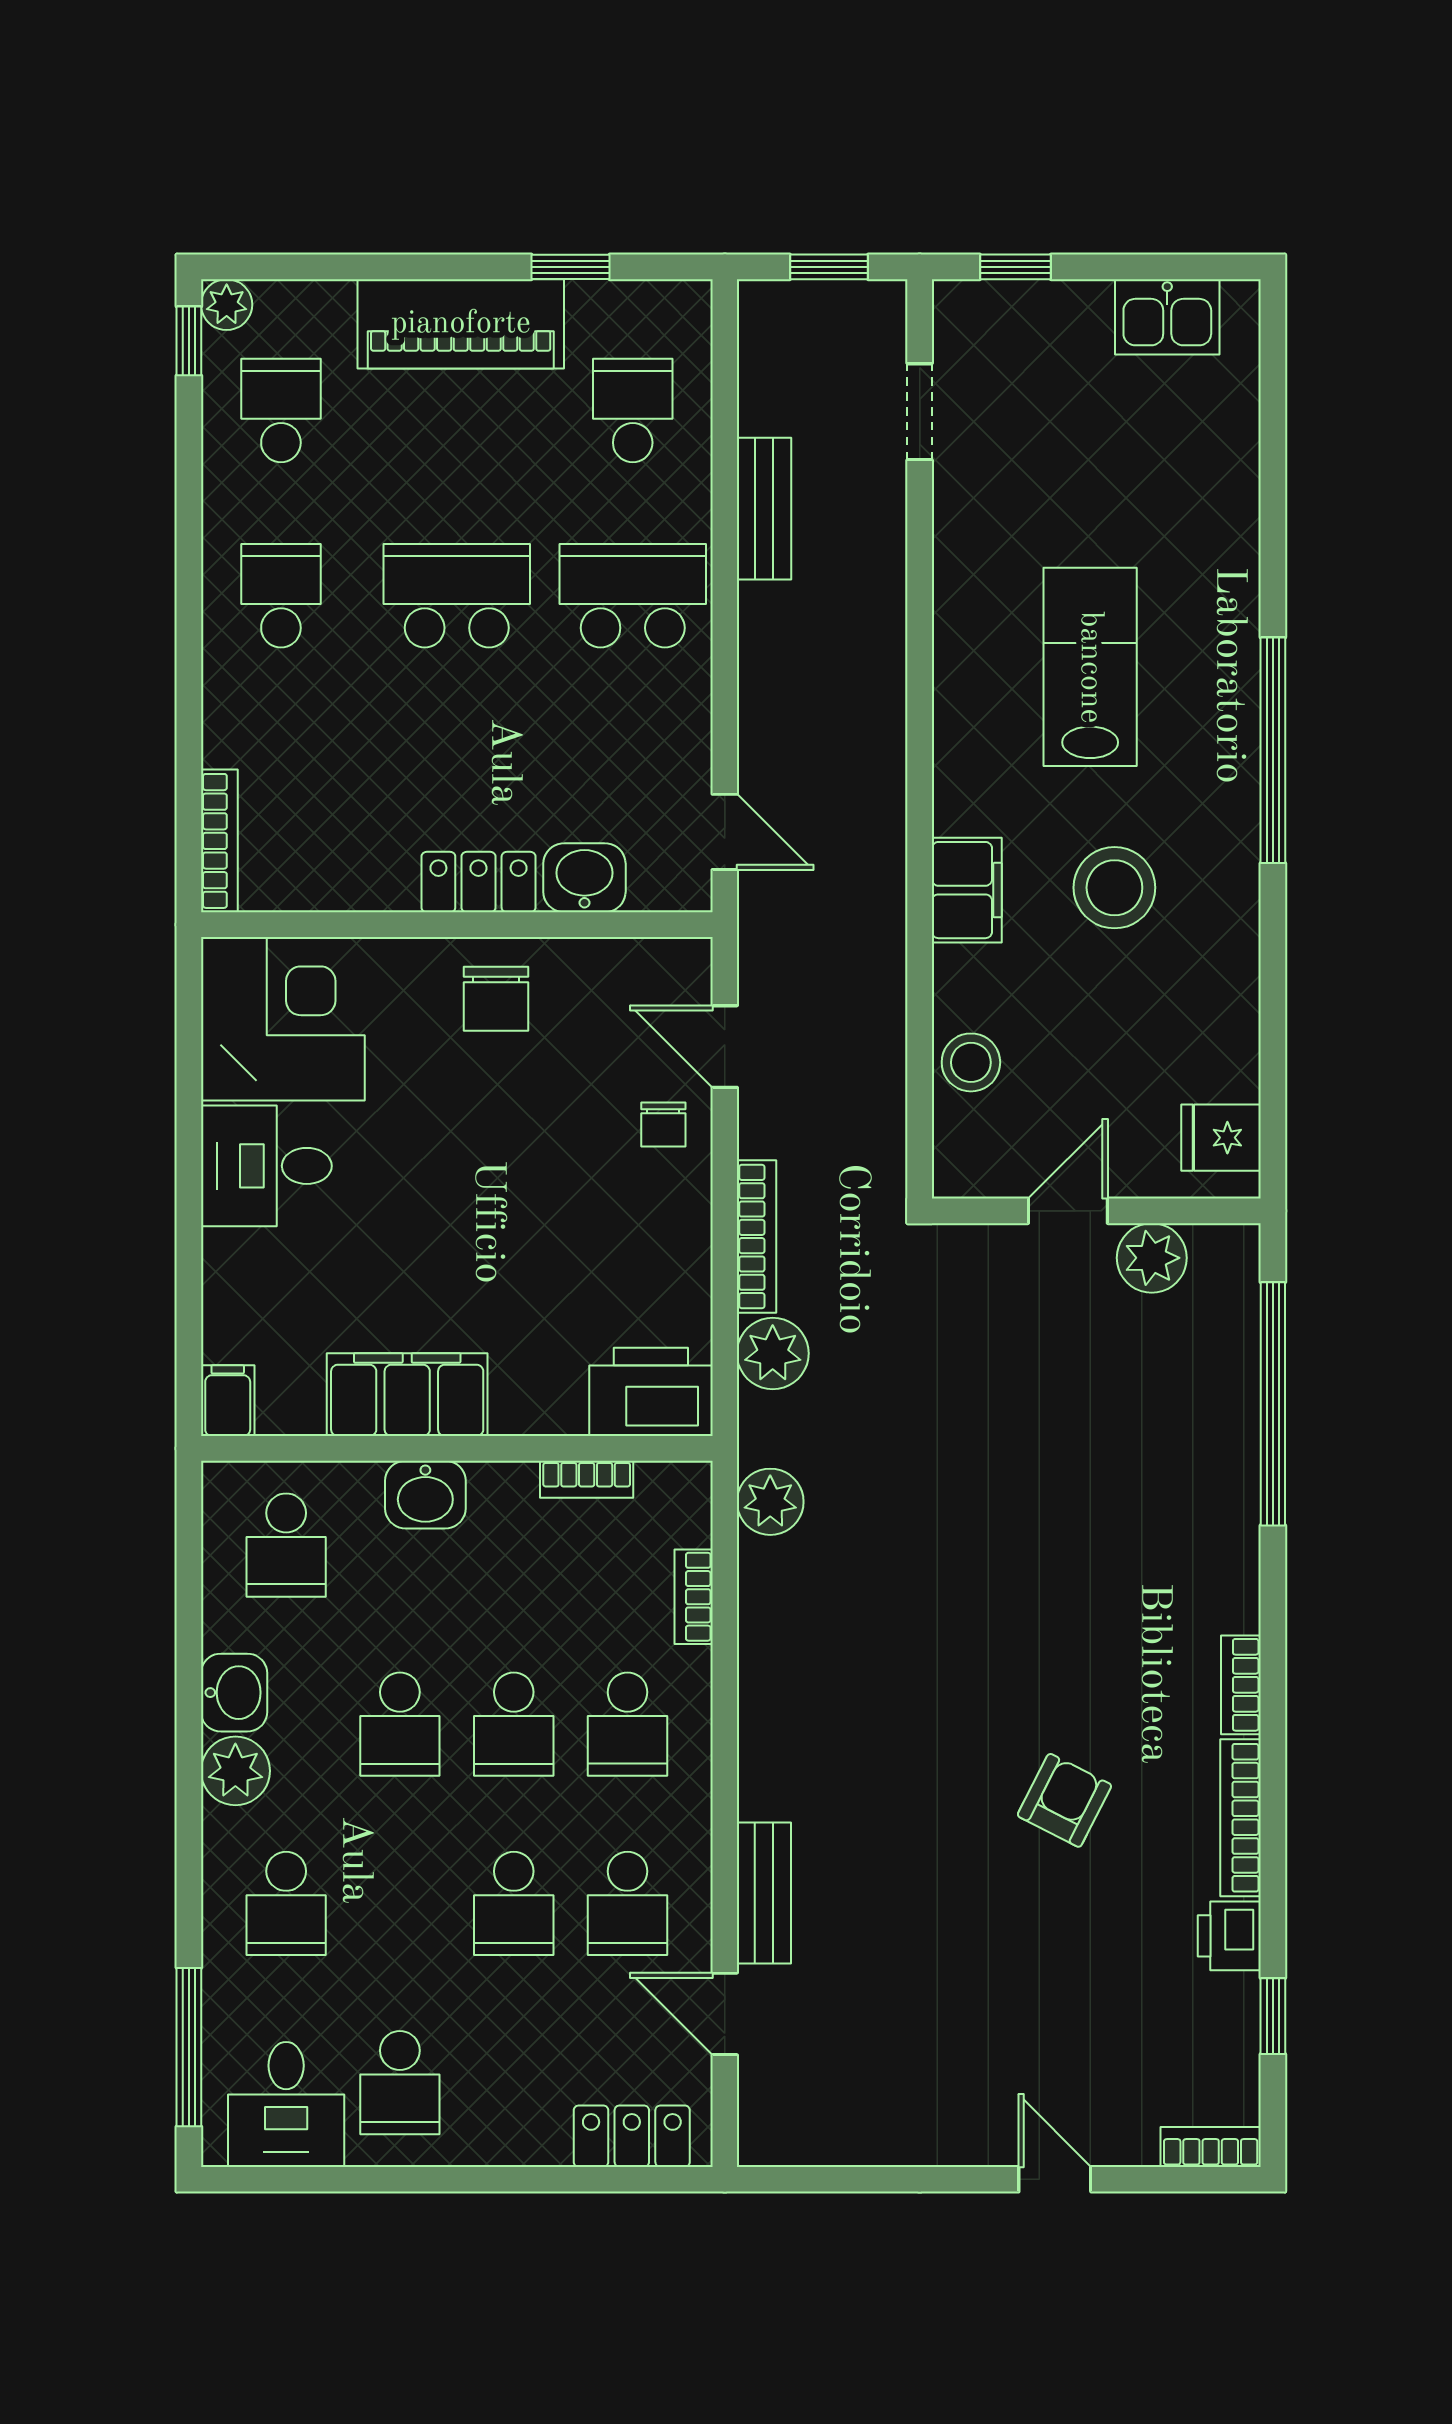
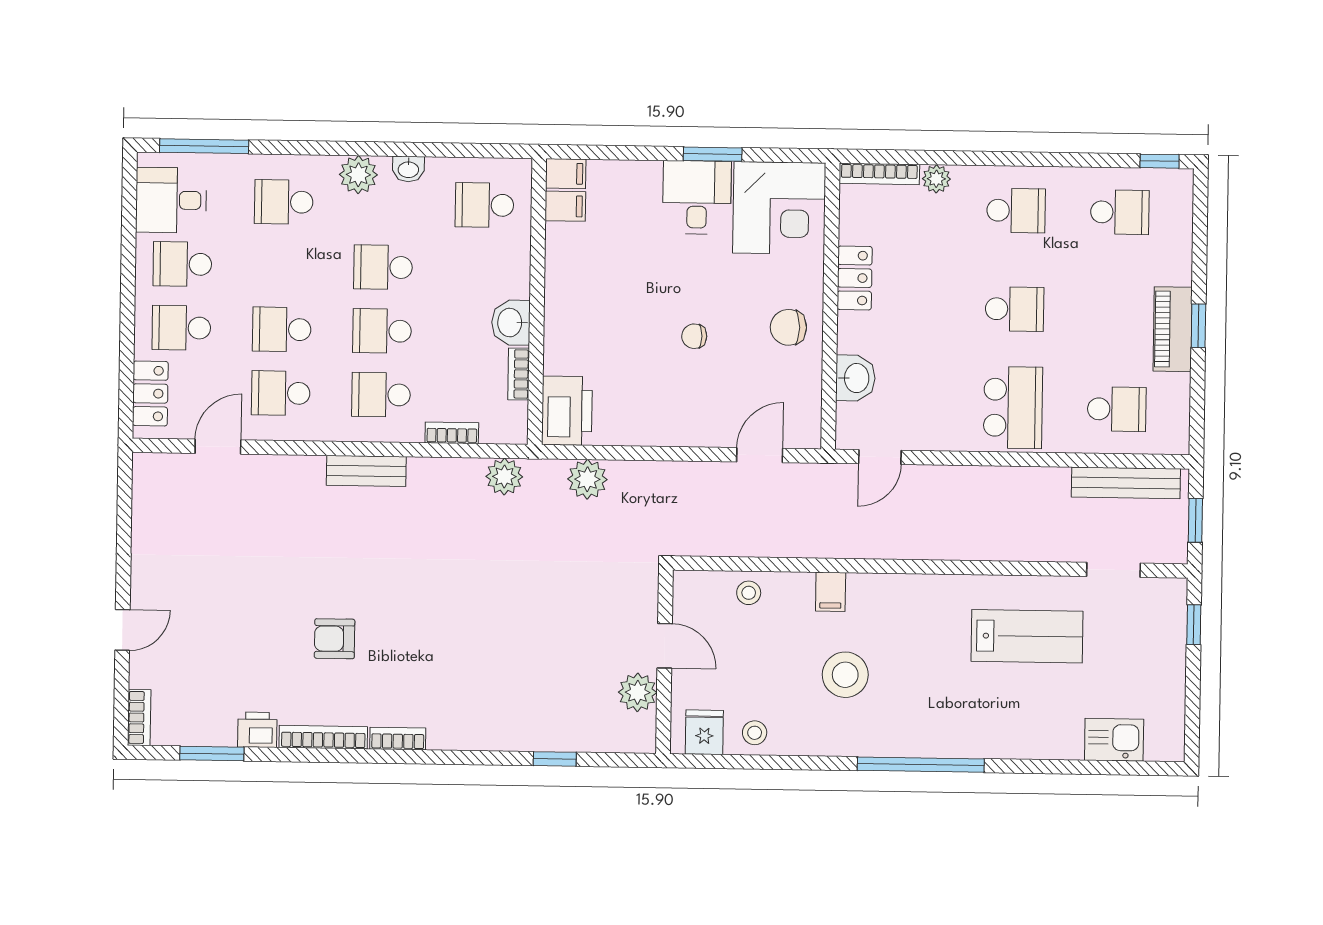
window: (570, 267) -> (1198, 326), moved
plant: (227, 305) -> (936, 179), moved
kitchen sink: (1167, 317) -> (1114, 740), moved, turned 90
piano: (461, 324) -> (1173, 329), width x0.73, depth x0.75
bench: (764, 509) -> (1126, 483), moved, width x1.36
school desk: (457, 596) -> (1015, 309), width x0.54
lab bench: (1090, 667) -> (1027, 636), moved
locker: (478, 882) -> (855, 278), moved
filing cabinet: (967, 890) -> (831, 592), width x0.50
stool: (1221, 1048) -> (755, 733), added
stool: (971, 1062) -> (749, 593), width x0.73, depth x0.73
chair: (663, 1125) -> (694, 336), moved
window: (189, 1139) -> (713, 154), added
bookcase: (757, 1236) -> (653, 471), removed
filing cabinet: (407, 1395) -> (565, 206), moved, width x0.33, depth x0.86
window: (1273, 1404) -> (555, 759), width x0.32
washbasin: (425, 1495) -> (511, 323), moved
washbasin: (234, 1693) -> (408, 169), width x0.72, depth x0.69
armchair: (1064, 1800) -> (335, 639), turned 153
bench: (764, 1893) -> (366, 471), moved
window: (1273, 2016) -> (212, 754), width x1.50
school desk: (514, 2083) -> (181, 328), added

